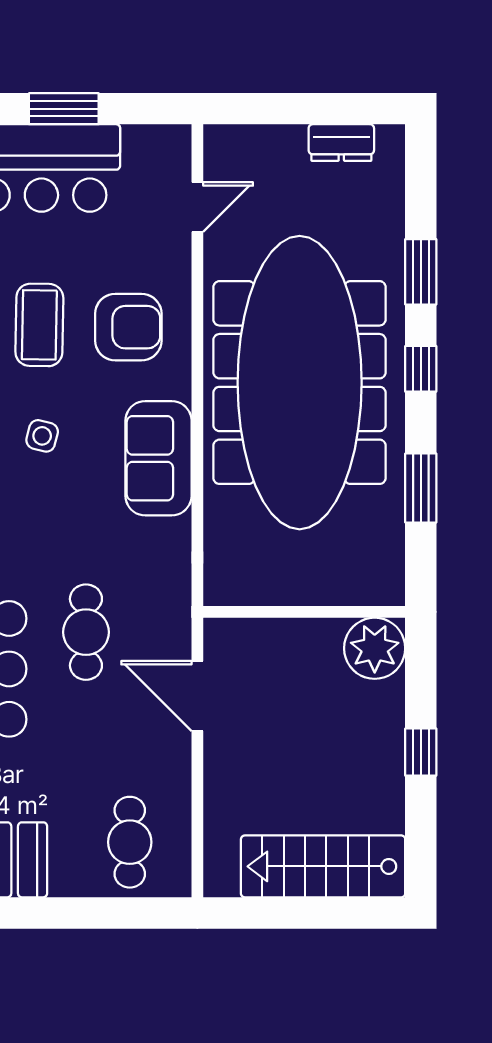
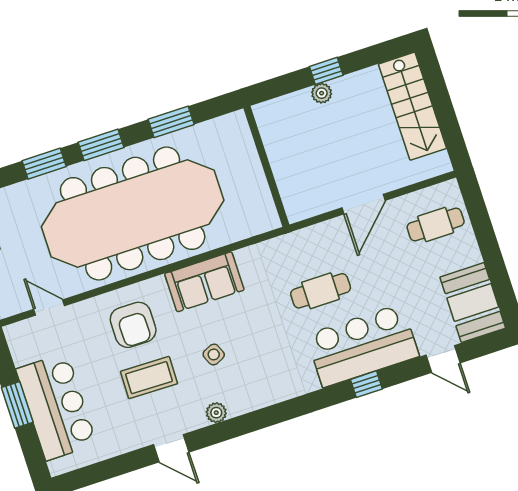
armchair: (128, 327) -> (133, 325), turned 180
window: (421, 369) -> (101, 145), width x1.50
side table: (42, 436) -> (214, 355), turned -38
plant: (375, 648) -> (322, 93), moved, width x0.53, depth x0.53
door: (197, 696) -> (363, 204), moved

